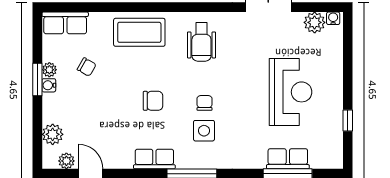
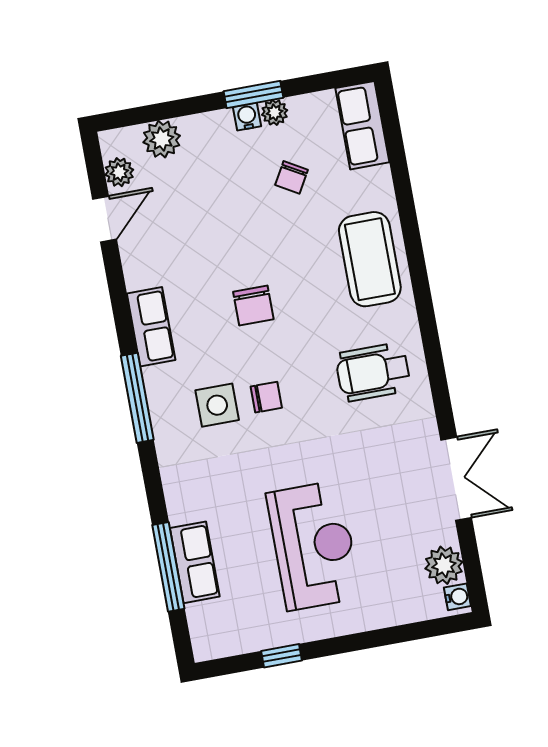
reception desk: (291, 92) -> (314, 546), turned -90

